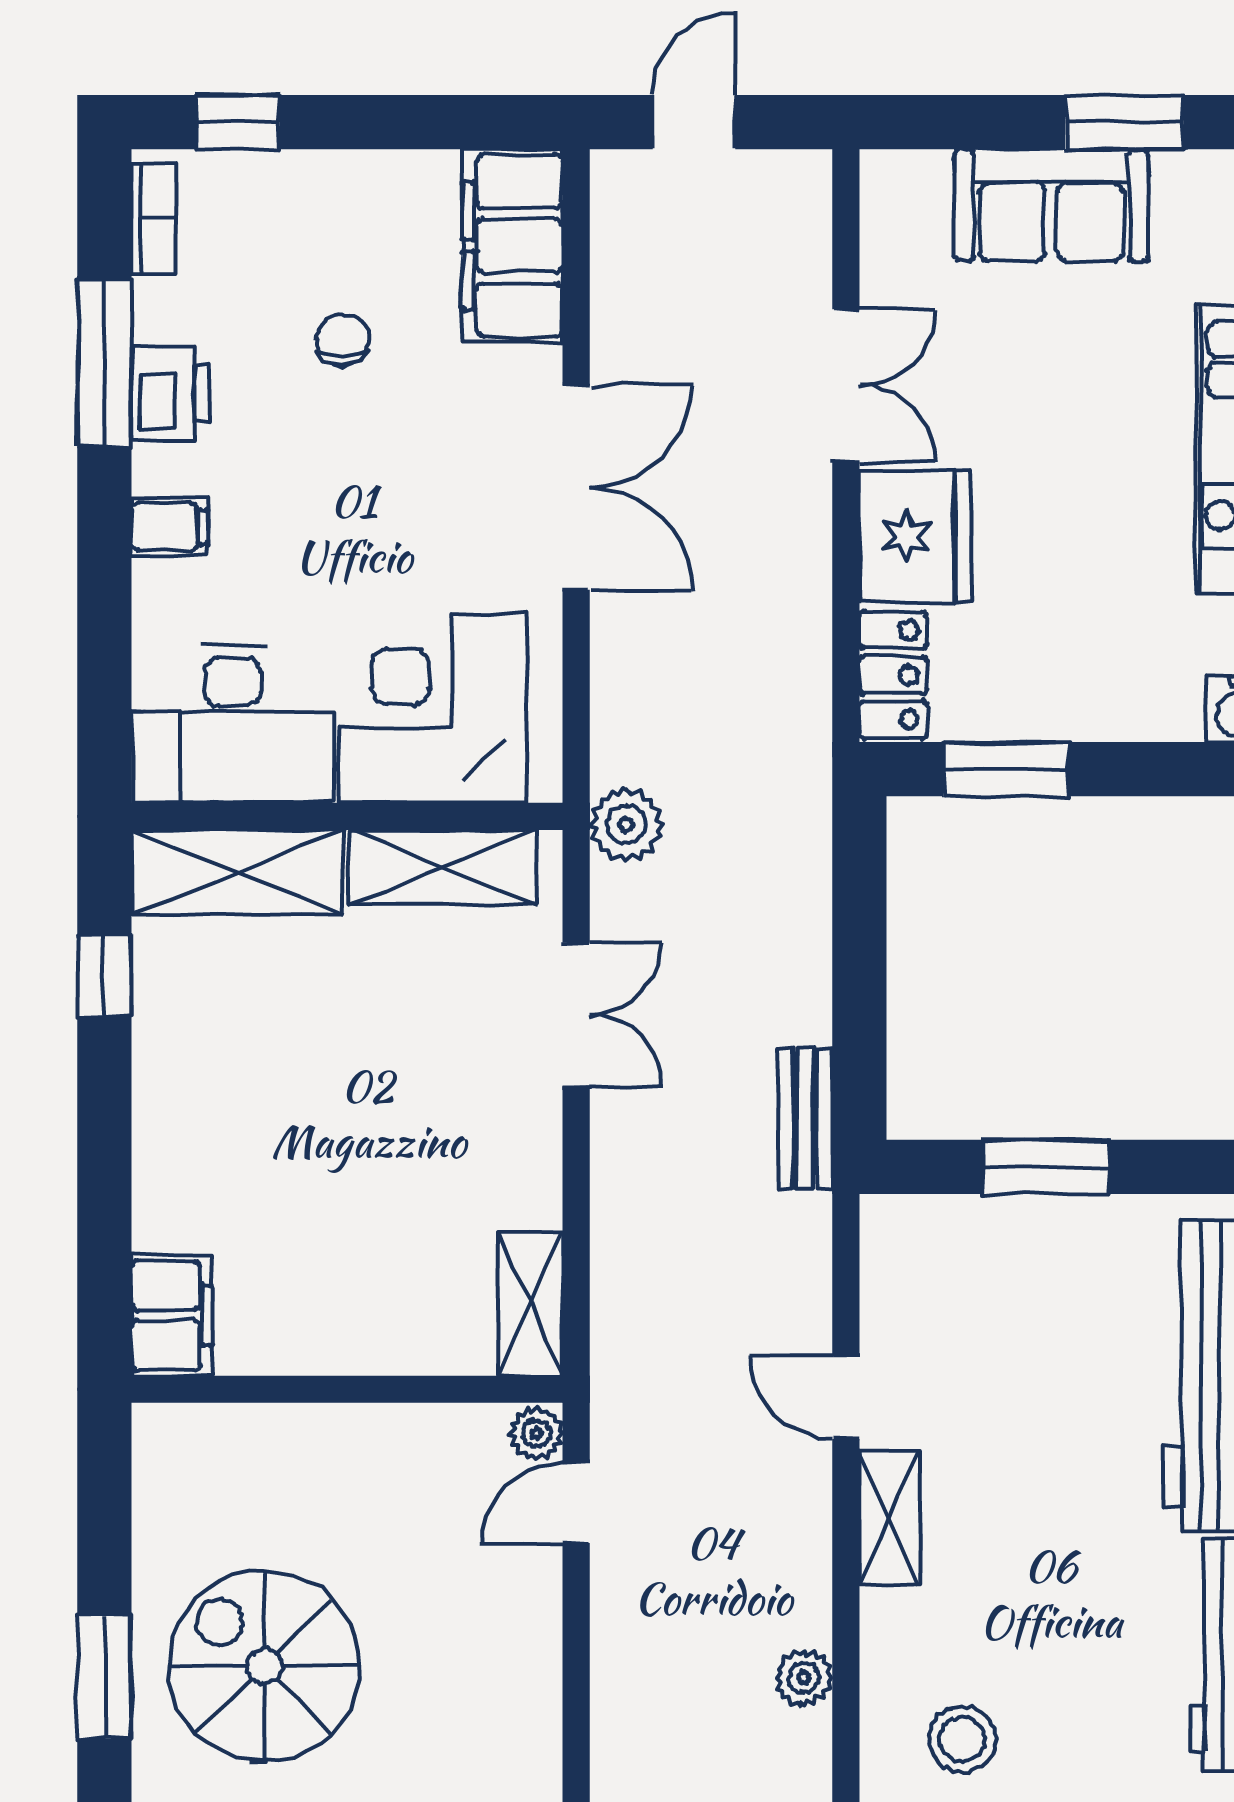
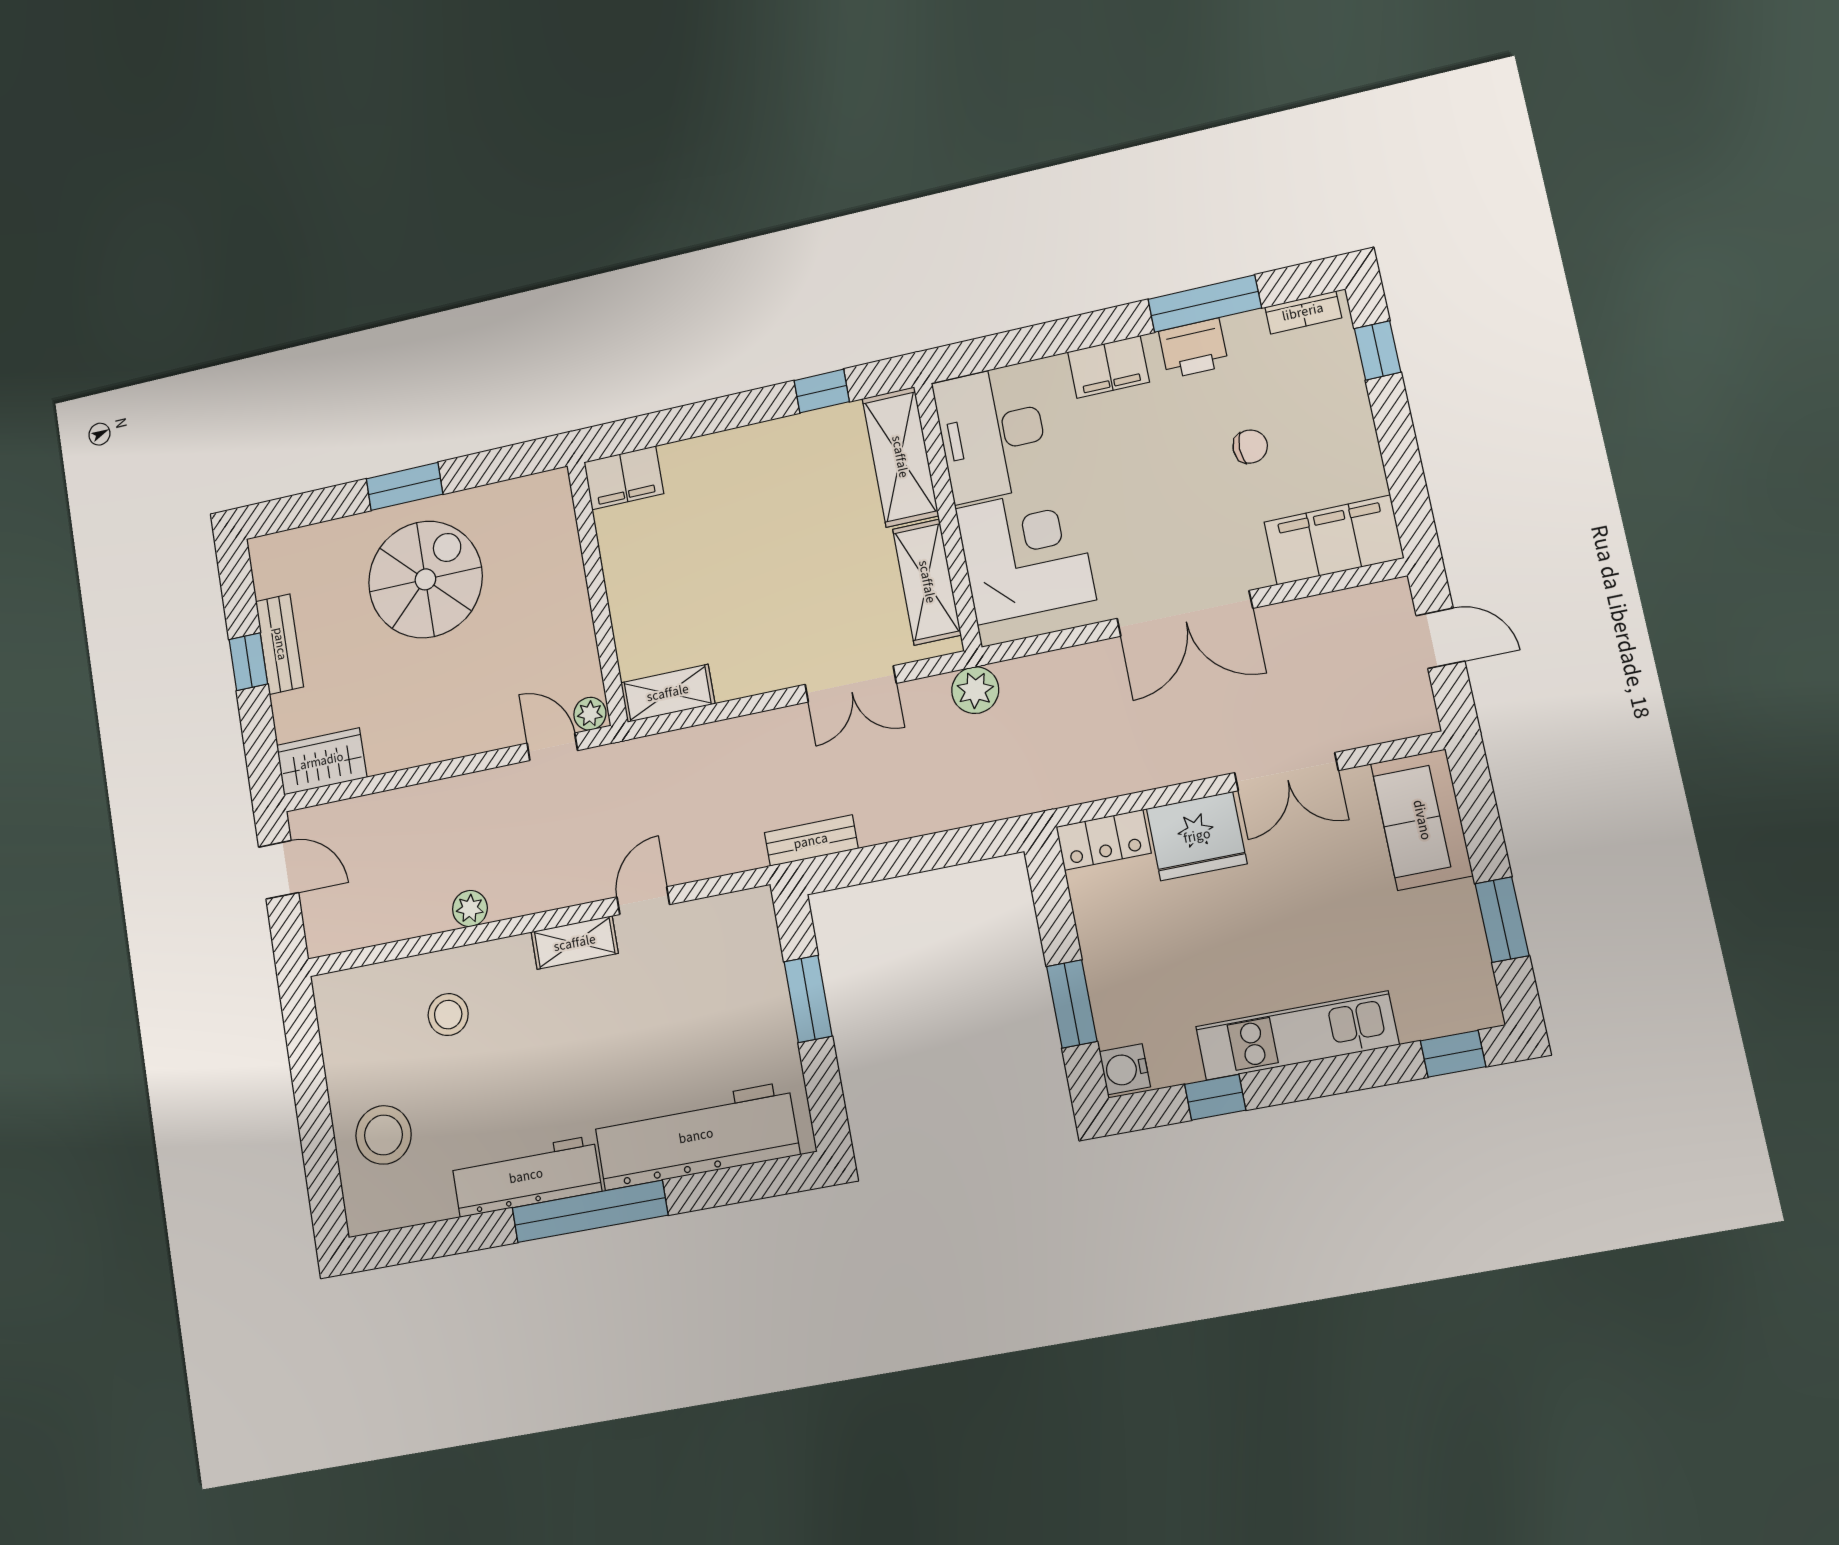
sofa: (1051, 205) -> (1422, 820), moved
filing cabinet: (170, 527) -> (1109, 367), width x2.00
window: (1006, 769) -> (1072, 1004), moved

